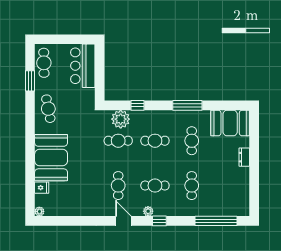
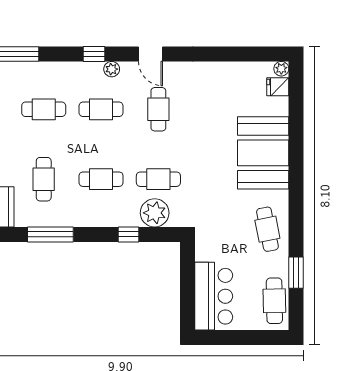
cafe table: (192, 186) -> (44, 109), turned 90
fridge: (42, 188) -> (278, 87), moved

